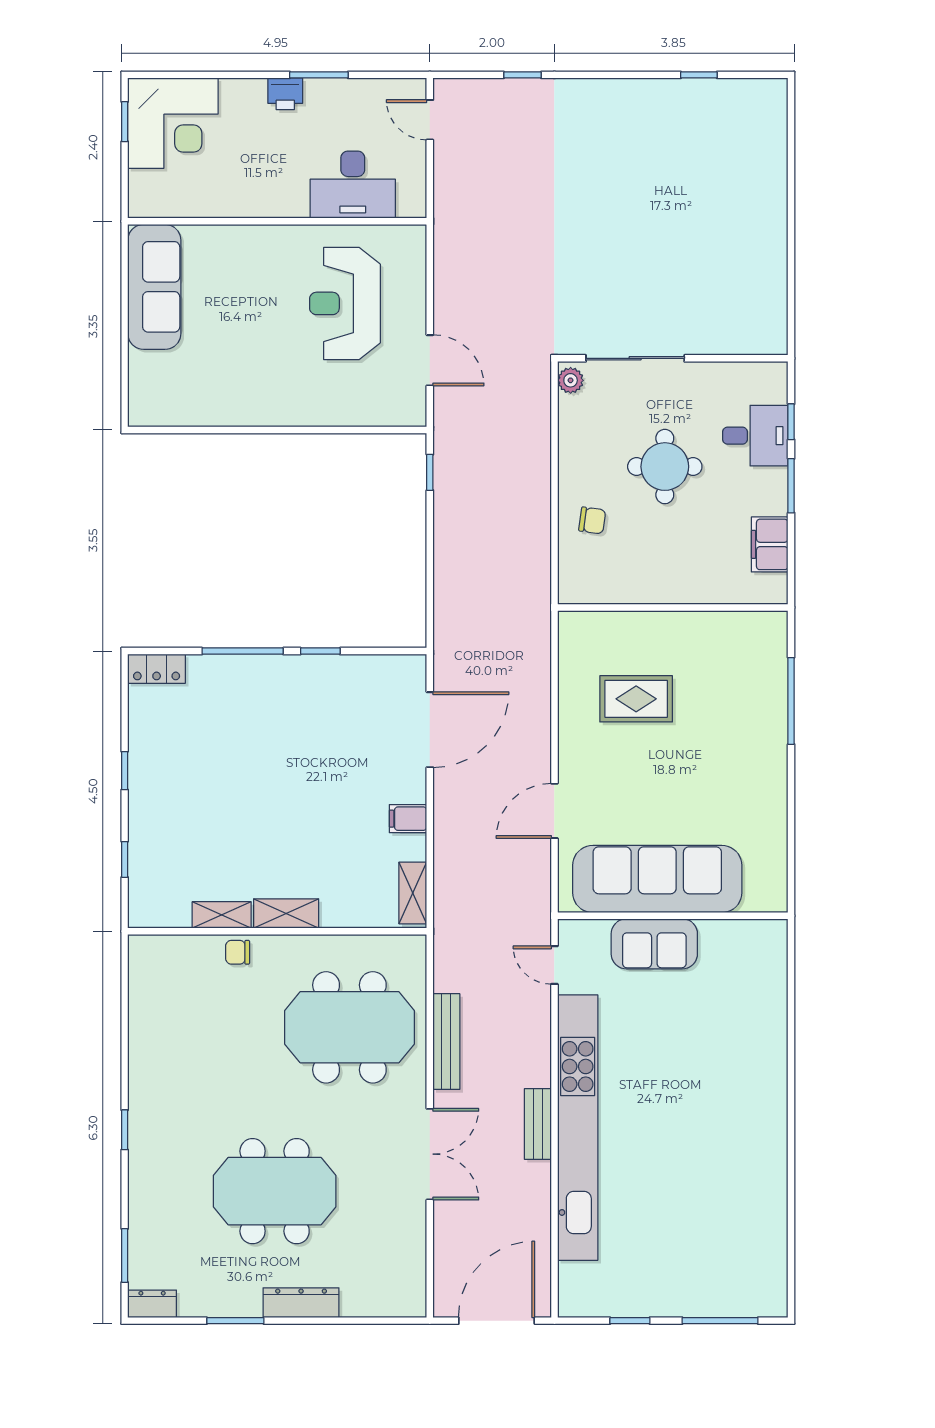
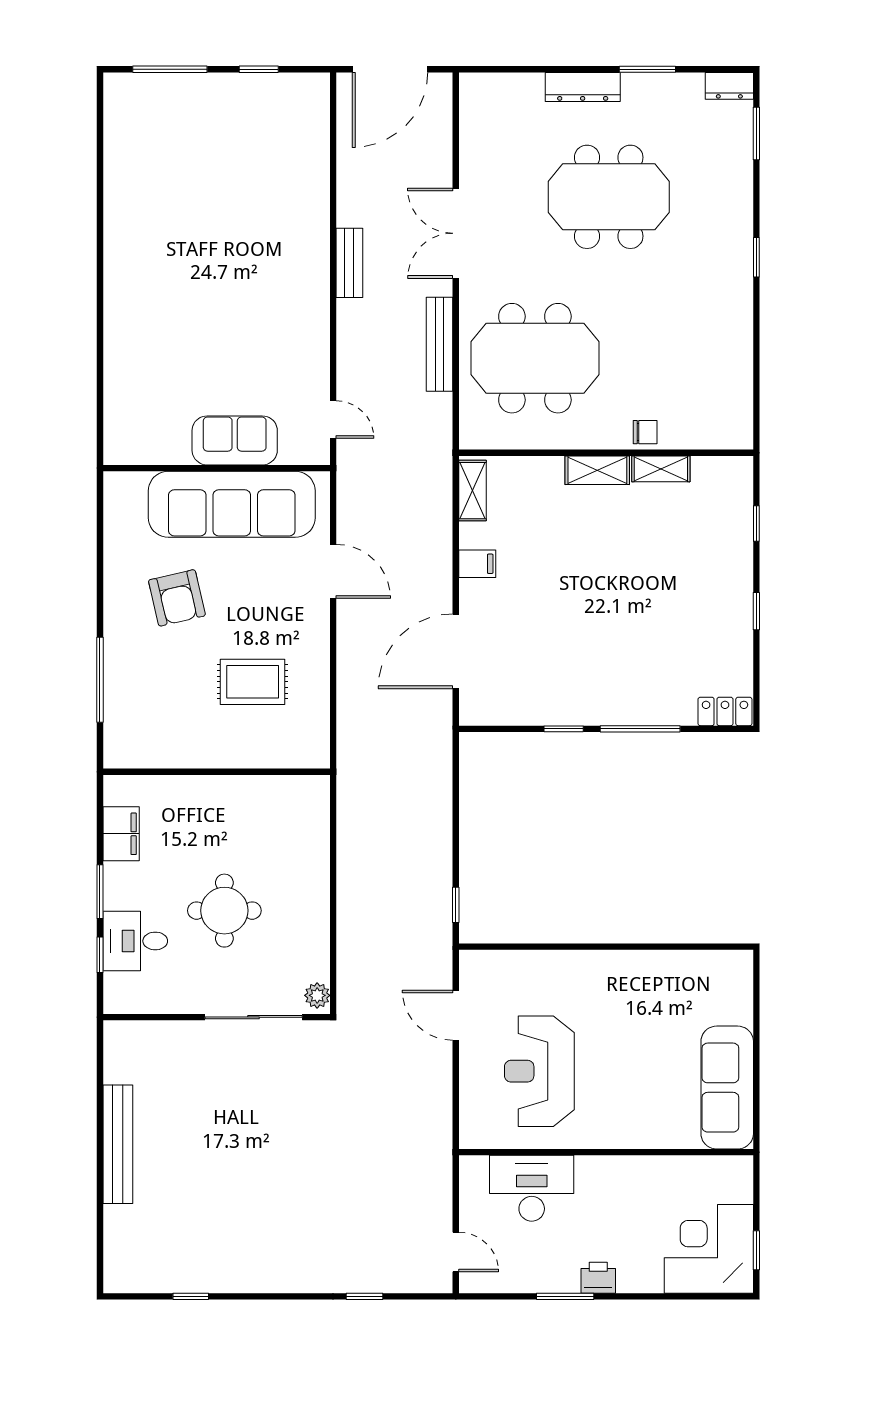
bench: (773, 229) -> (118, 1144), added
reception desk: (345, 303) -> (539, 1071), turned 180
chair: (592, 520) -> (296, 857), removed
armchair: (713, 784) -> (177, 598), added
door: (554, 811) -> (333, 571), hinge flipped
kitchen unit: (578, 1128) -> (310, 259), removed

